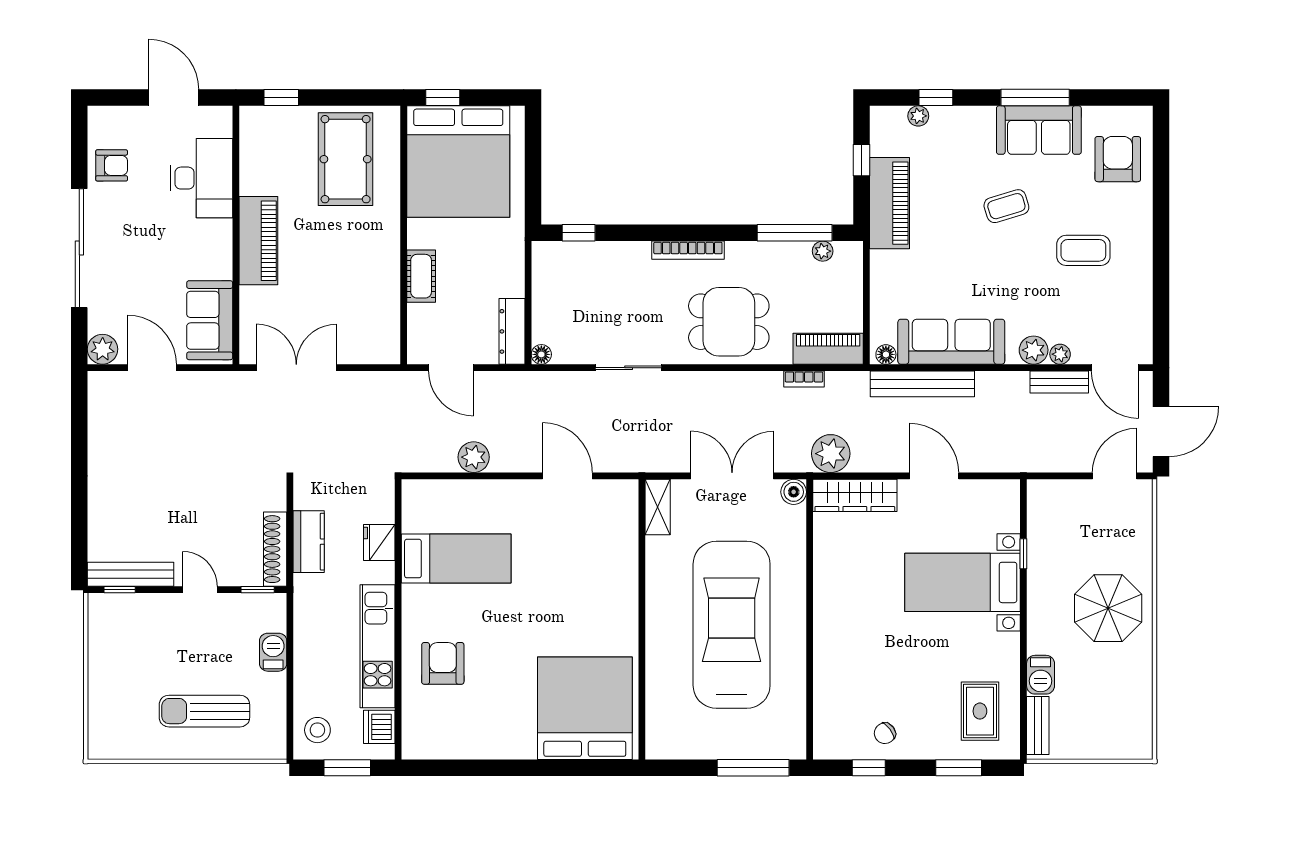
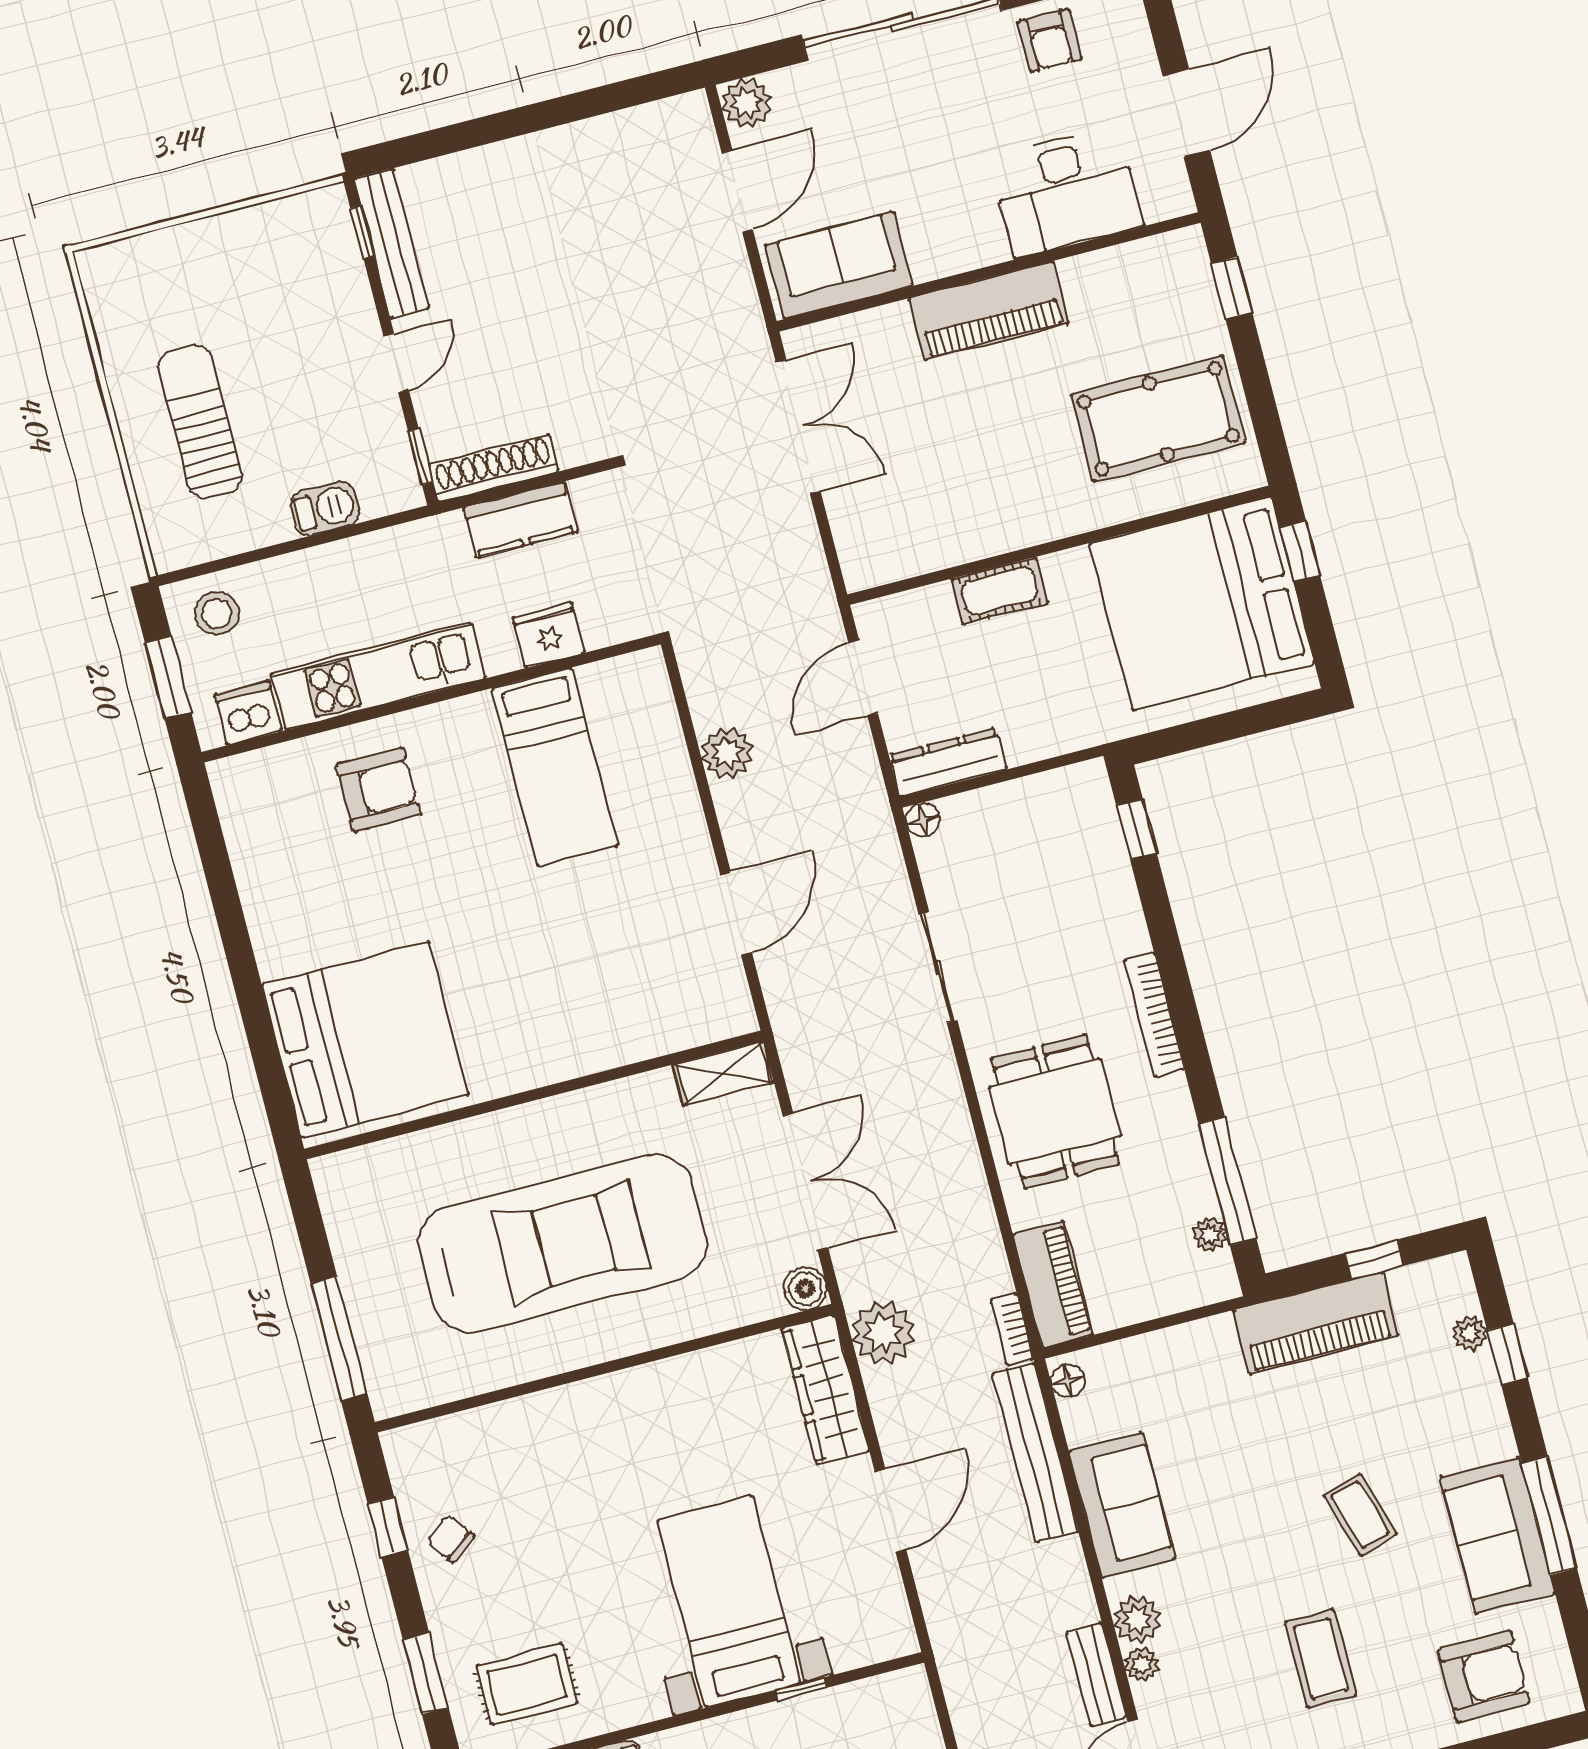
sofa: (951, 342) -> (1122, 1505), width x0.73
bookcase: (804, 379) -> (1012, 1329), moved

